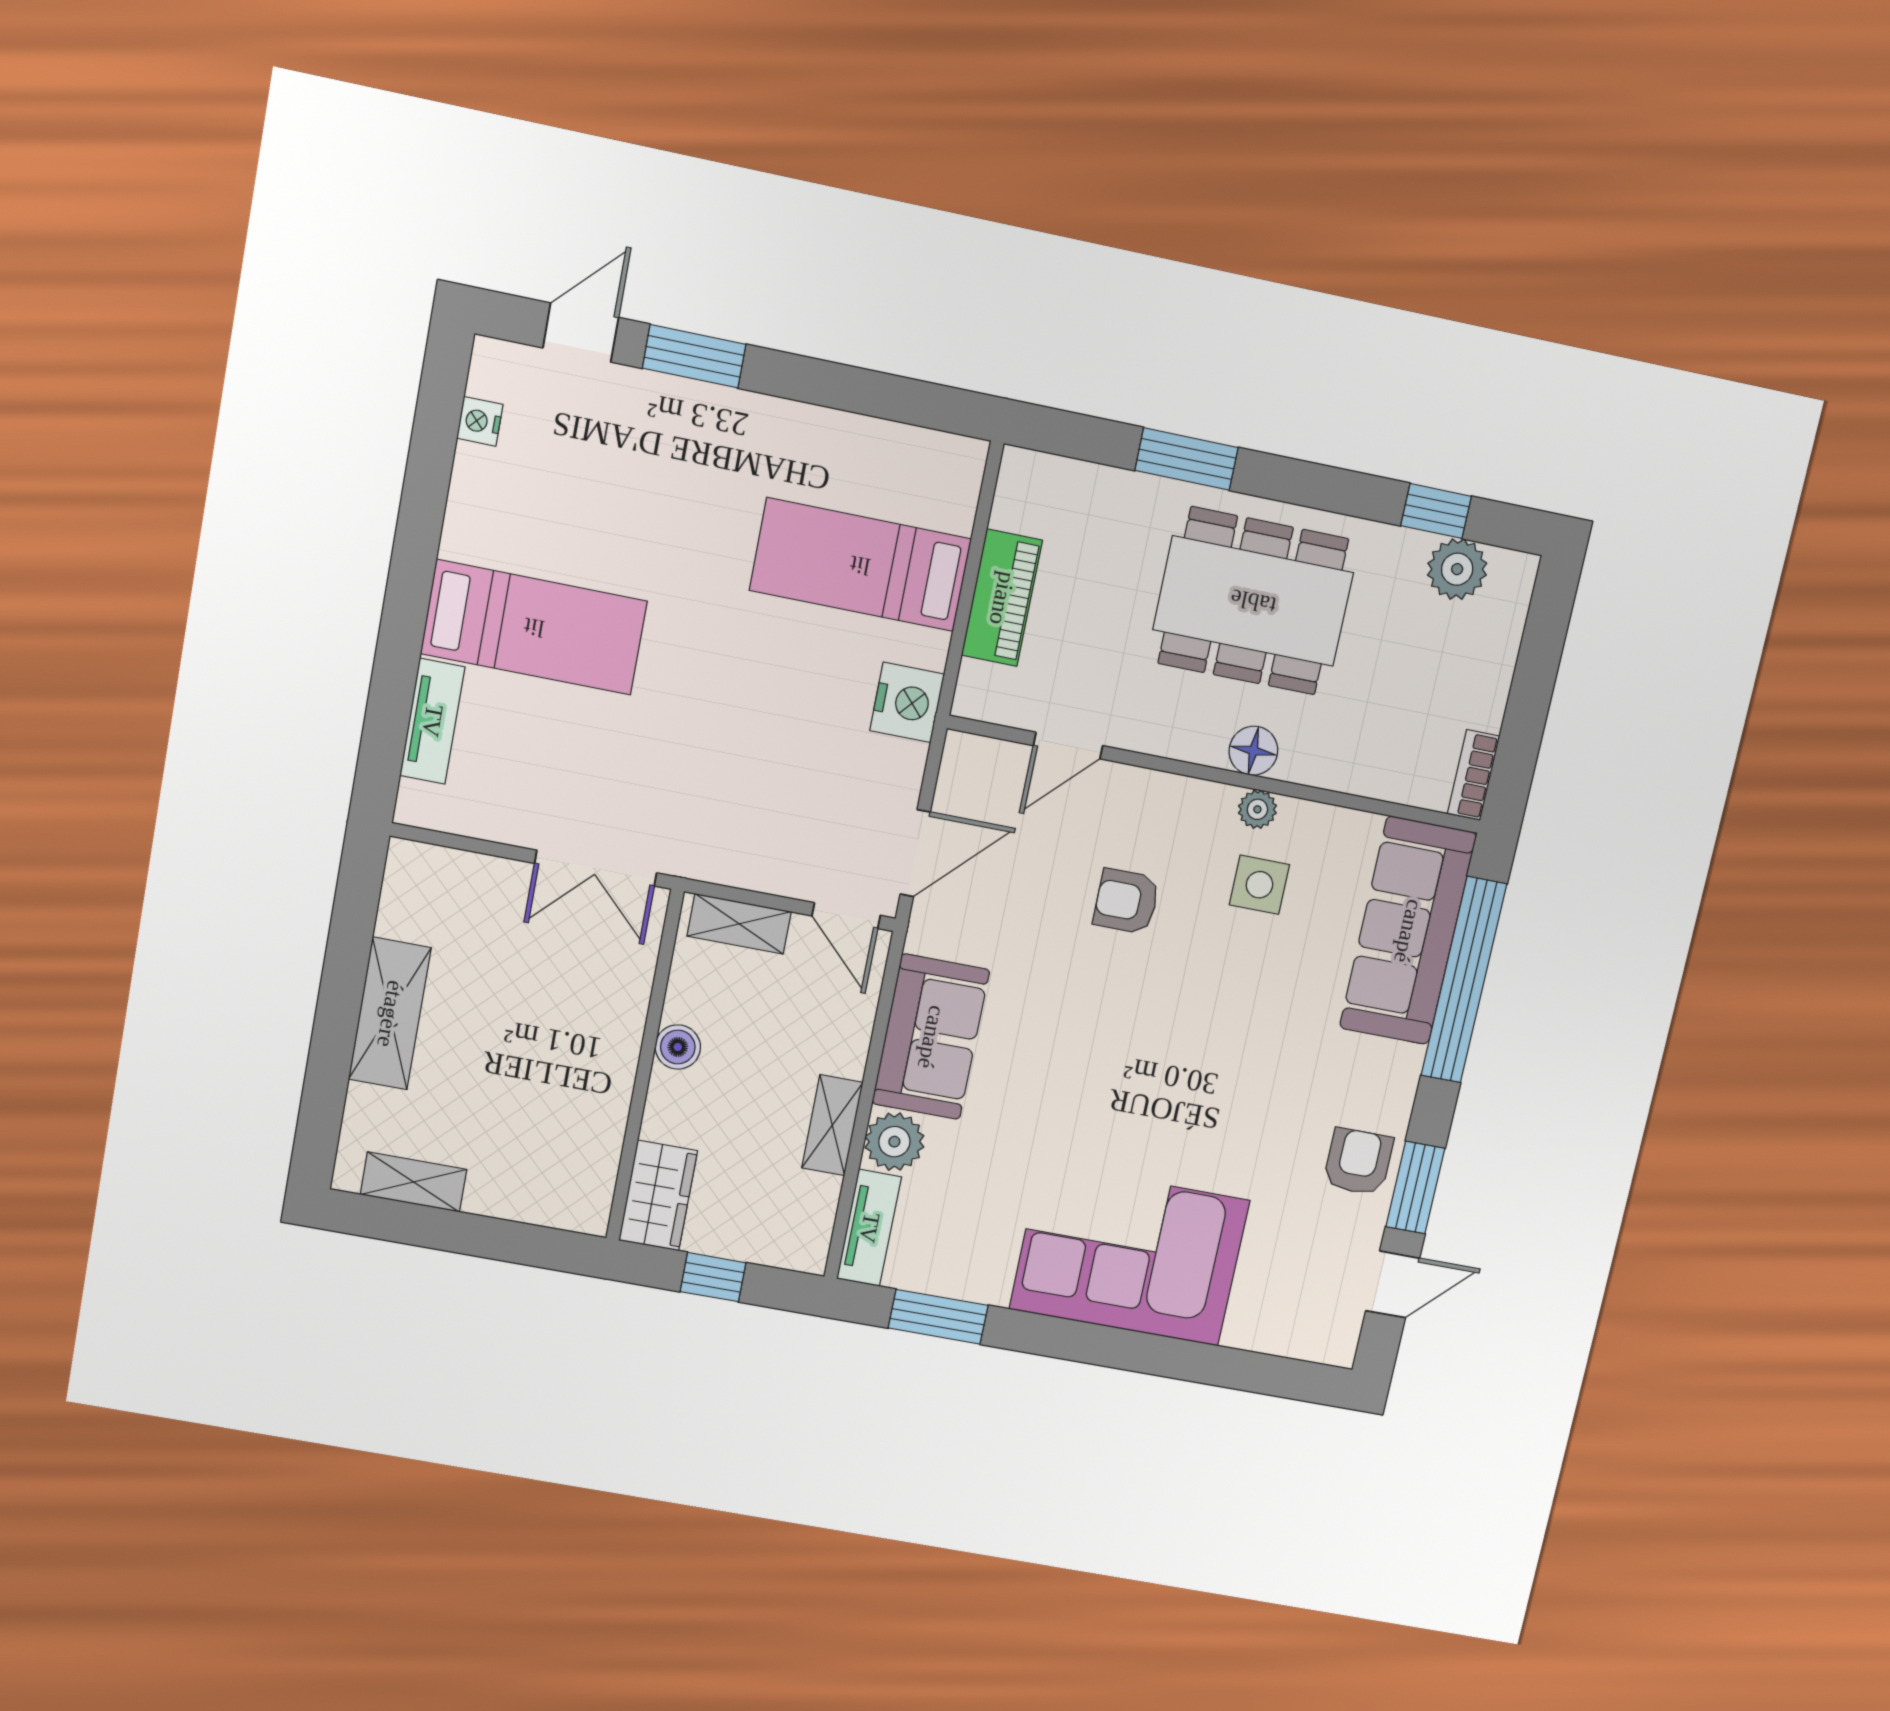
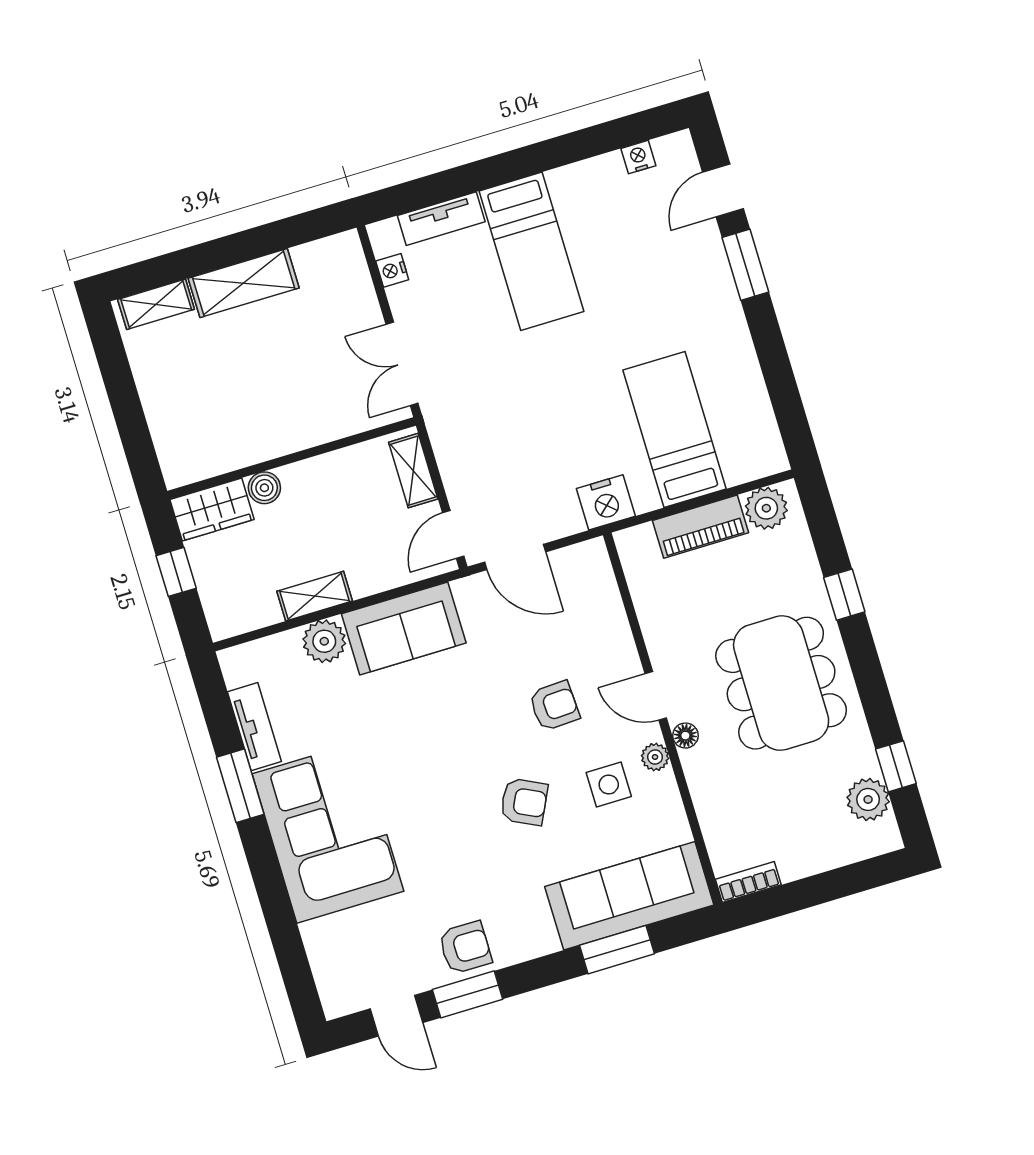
door: (581, 333) -> (723, 190), swing flipped
window: (1187, 459) -> (844, 595), width x0.67
plant: (1023, 500) -> (766, 508), added
door: (1068, 746) -> (656, 696), moved
floor lamp: (1253, 751) -> (685, 736), width x0.73, depth x0.73
nightstand: (468, 819) -> (392, 270), added
armchair: (1126, 901) -> (554, 706), turned 87
window: (1464, 980) -> (617, 950), width x0.47
armchair: (1223, 1000) -> (524, 802), added
boiler: (678, 1047) -> (264, 488), moved
shelving: (413, 1182) -> (156, 304), moved, turned 90
tv unit: (869, 1228) -> (254, 727), moved, turned -90
window: (938, 1317) -> (240, 786), moved

